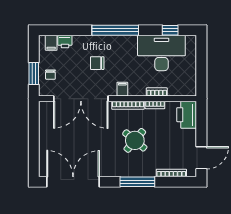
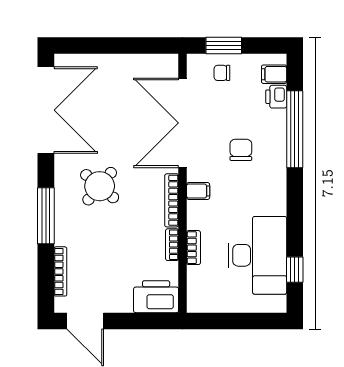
window: (115, 30) -> (295, 129), moved
round table: (135, 140) -> (100, 186), moved

